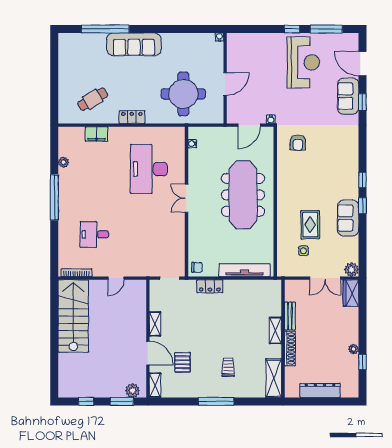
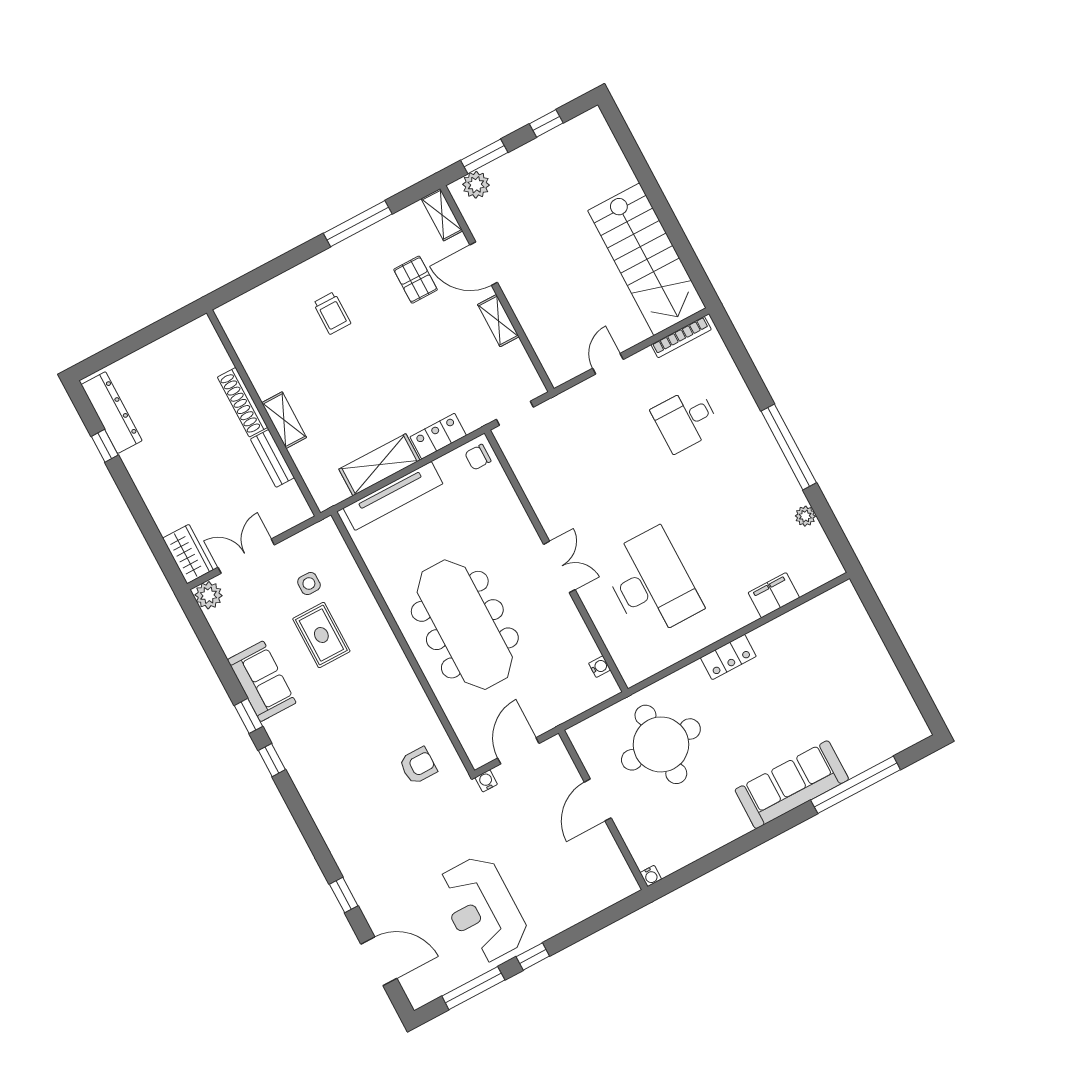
sofa: (348, 96) -> (374, 892), removed
cafe table: (93, 99) -> (813, 652), removed
armchair: (298, 143) -> (418, 766), turned 90
desk: (94, 234) -> (686, 420), turned 180
plant: (354, 349) -> (132, 460), removed
shelving: (274, 378) -> (379, 465), moved, turned 90
dresser: (320, 390) -> (112, 413), moved, turned -90
window: (216, 401) -> (358, 224), moved

